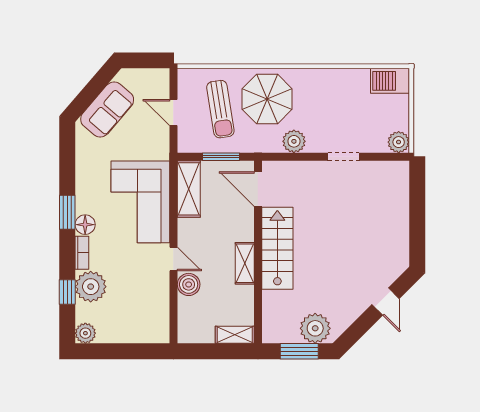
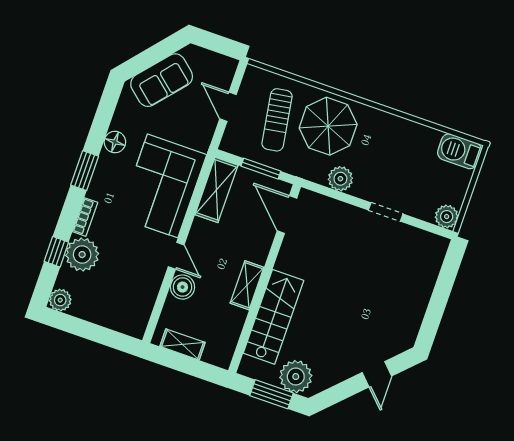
floor lamp: (85, 225) -> (115, 142), moved
stairs: (277, 248) -> (273, 317), moved
shelving: (235, 335) -> (182, 344), moved

